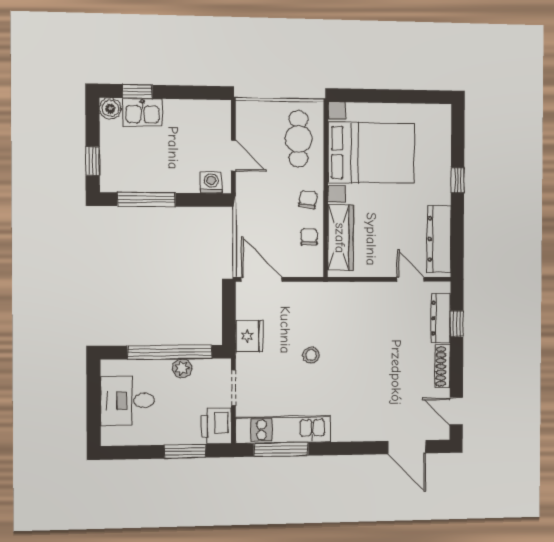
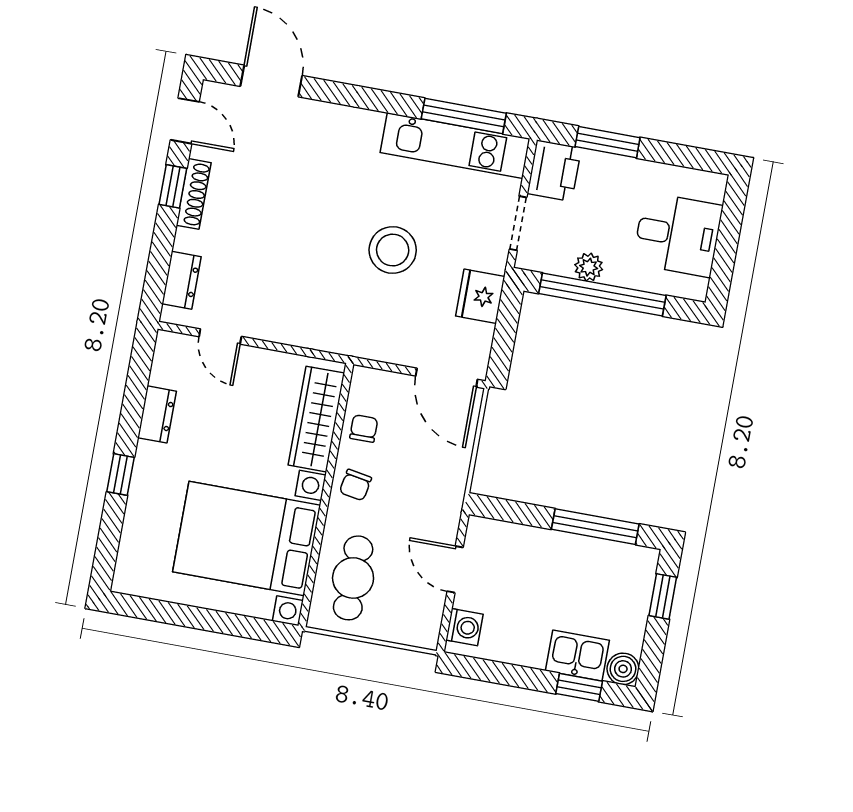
washing machine: (211, 183) -> (464, 627), moved, turned -90
chair: (309, 237) -> (364, 429), turned 180
dresser: (439, 239) -> (157, 414), width x0.51, depth x0.80
dresser: (441, 318) -> (182, 280), width x0.70
window: (457, 324) -> (173, 186), moved
stool: (311, 355) -> (393, 250), width x1.89, depth x1.89

